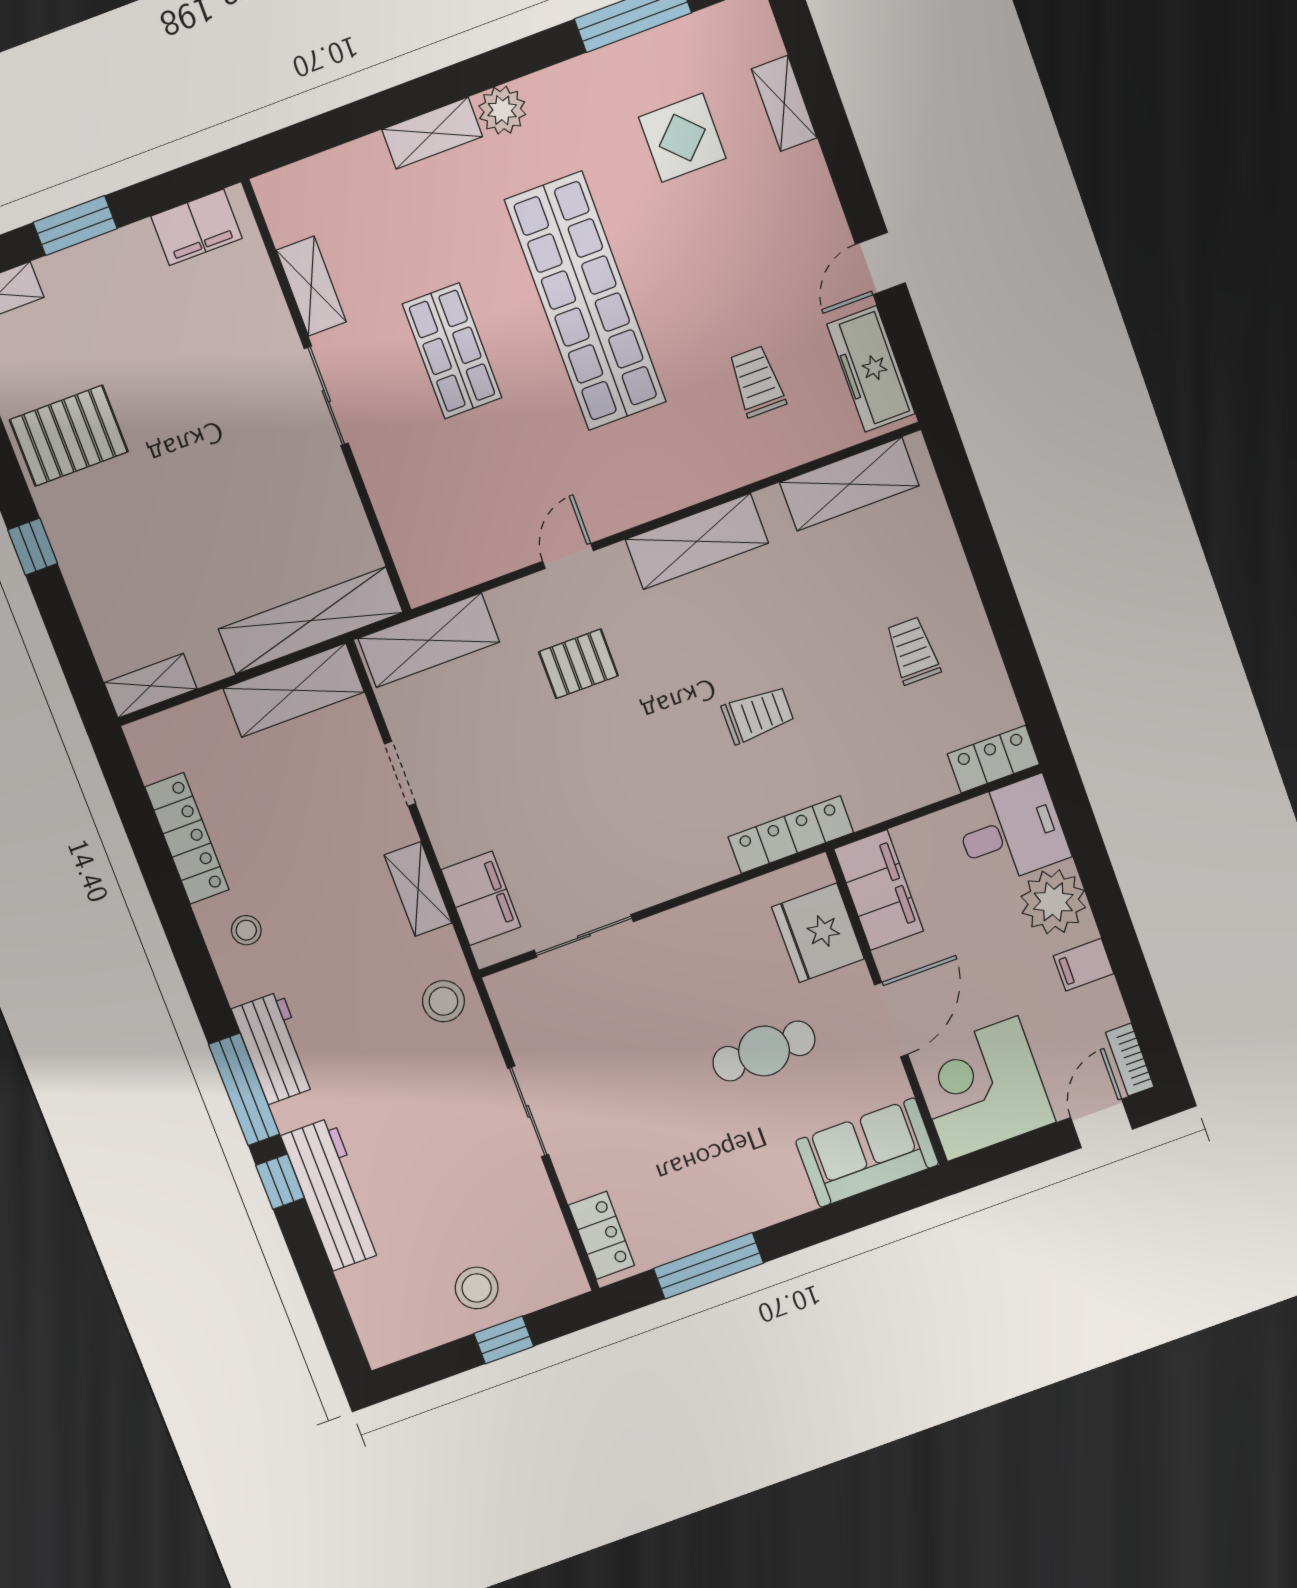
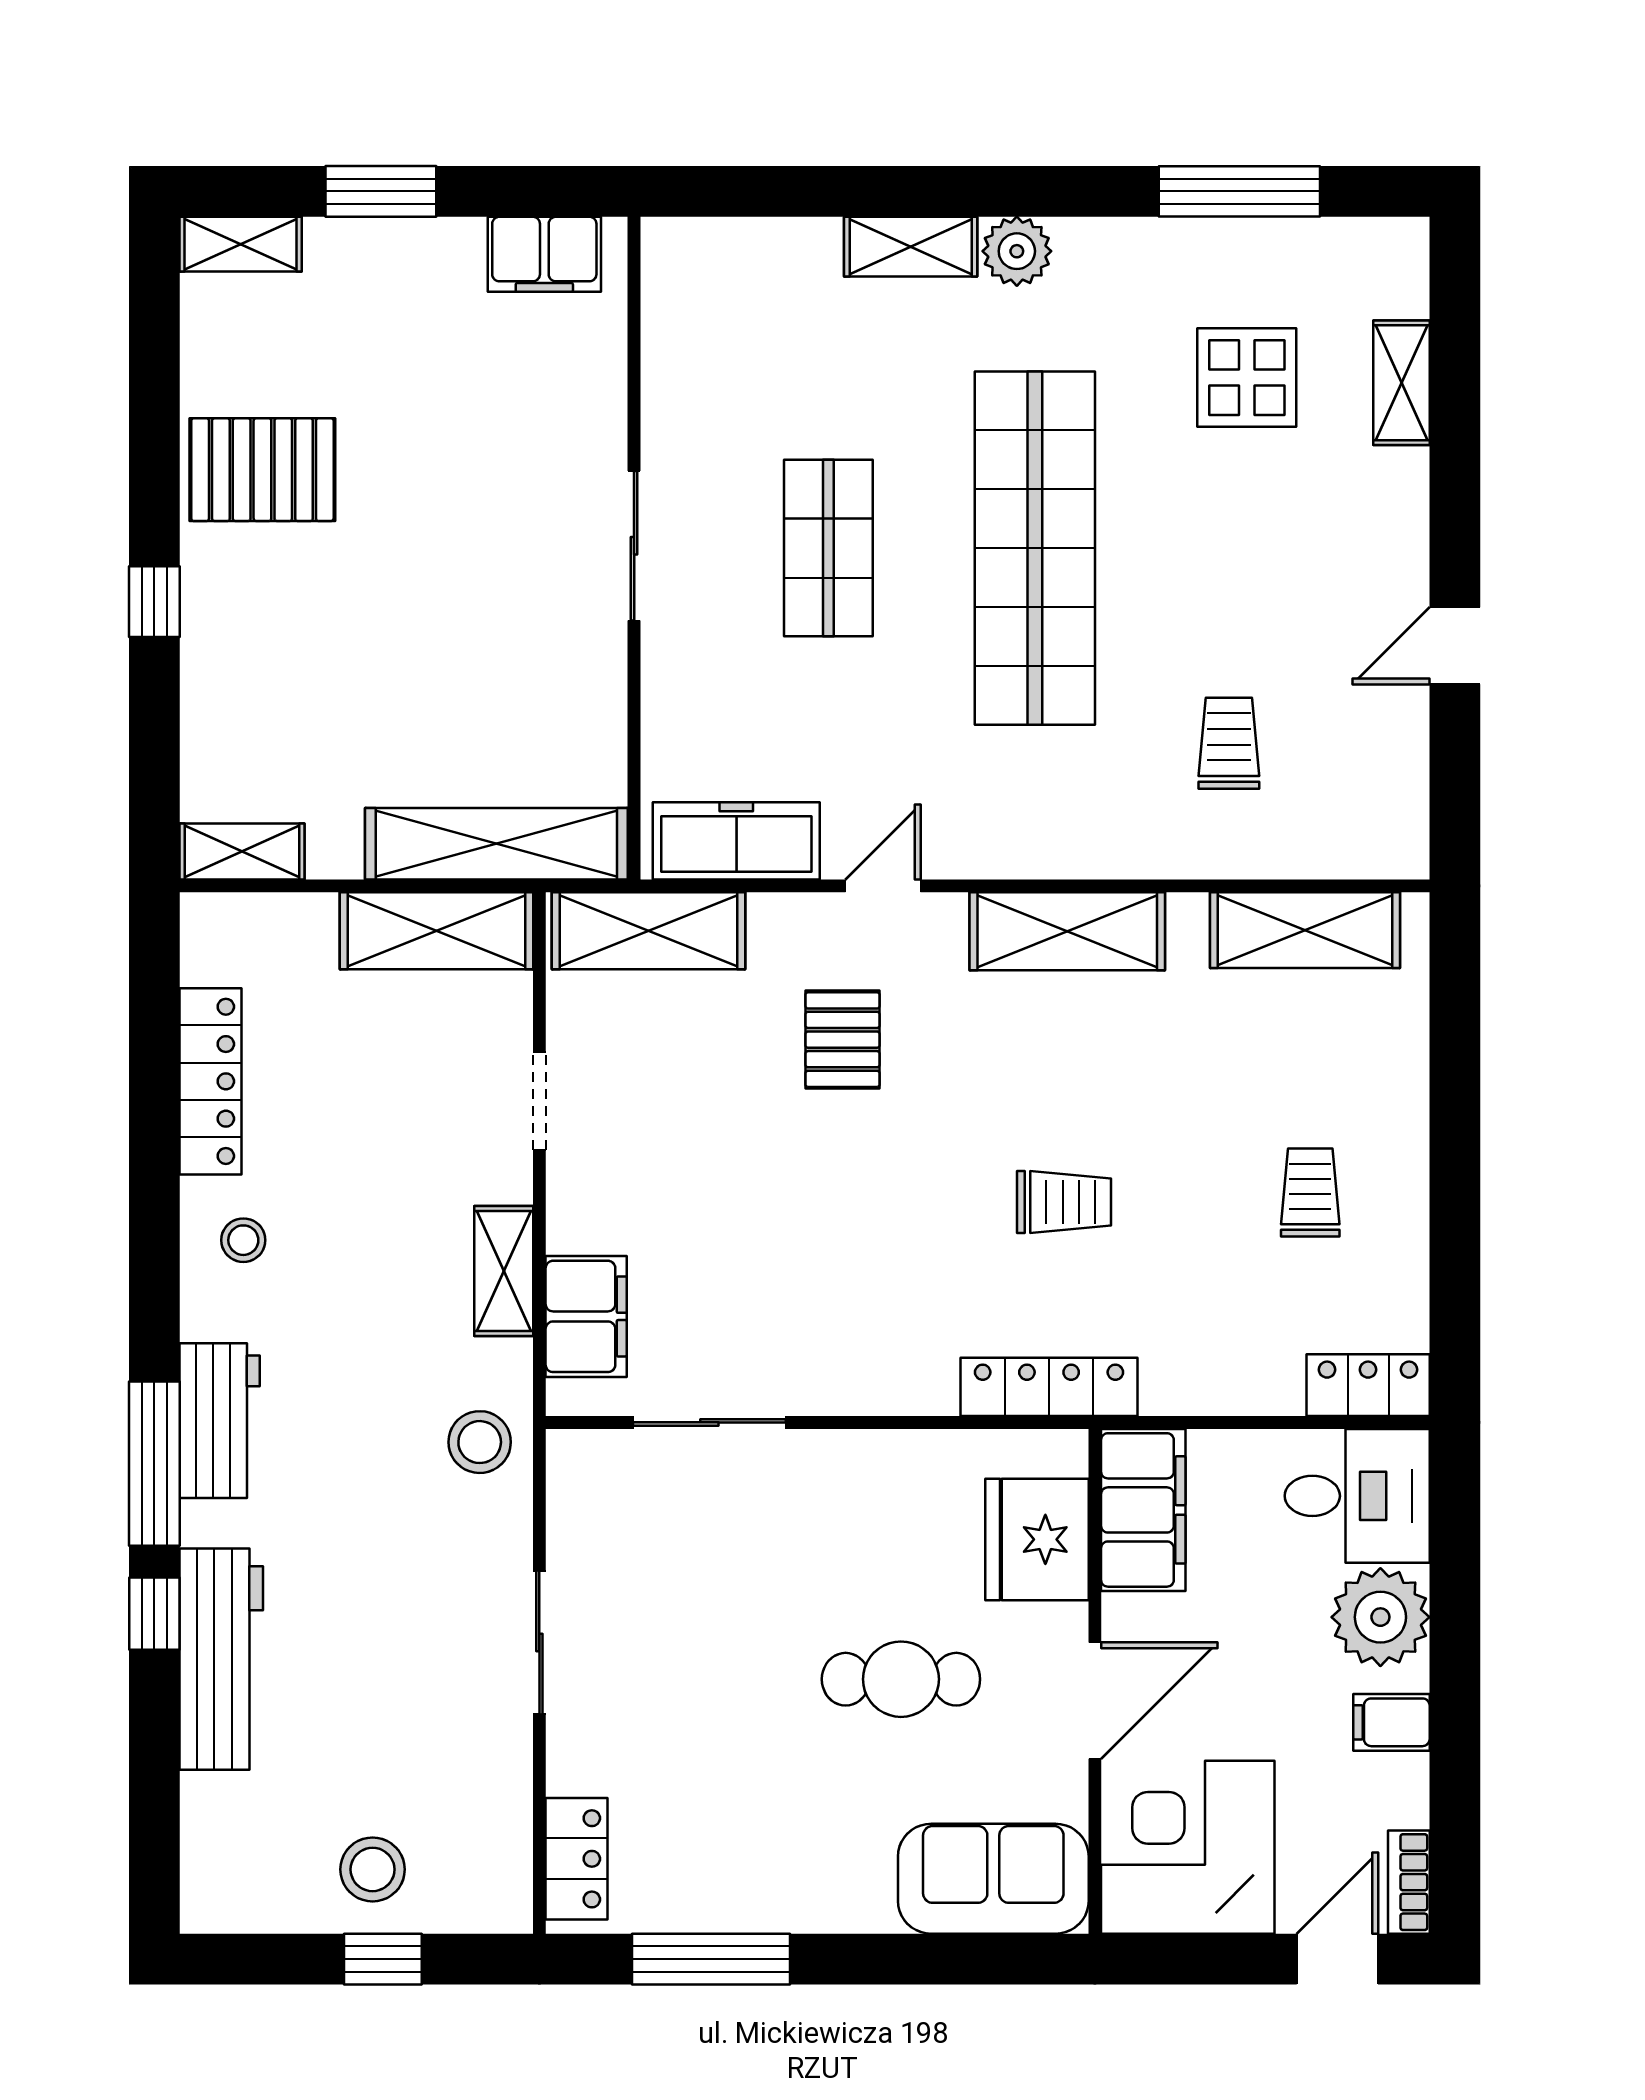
shelving: (311, 286) -> (670, 390), removed
freezer: (871, 369) -> (736, 841), moved, turned 90
pallet: (578, 664) -> (842, 1040), turned 90

